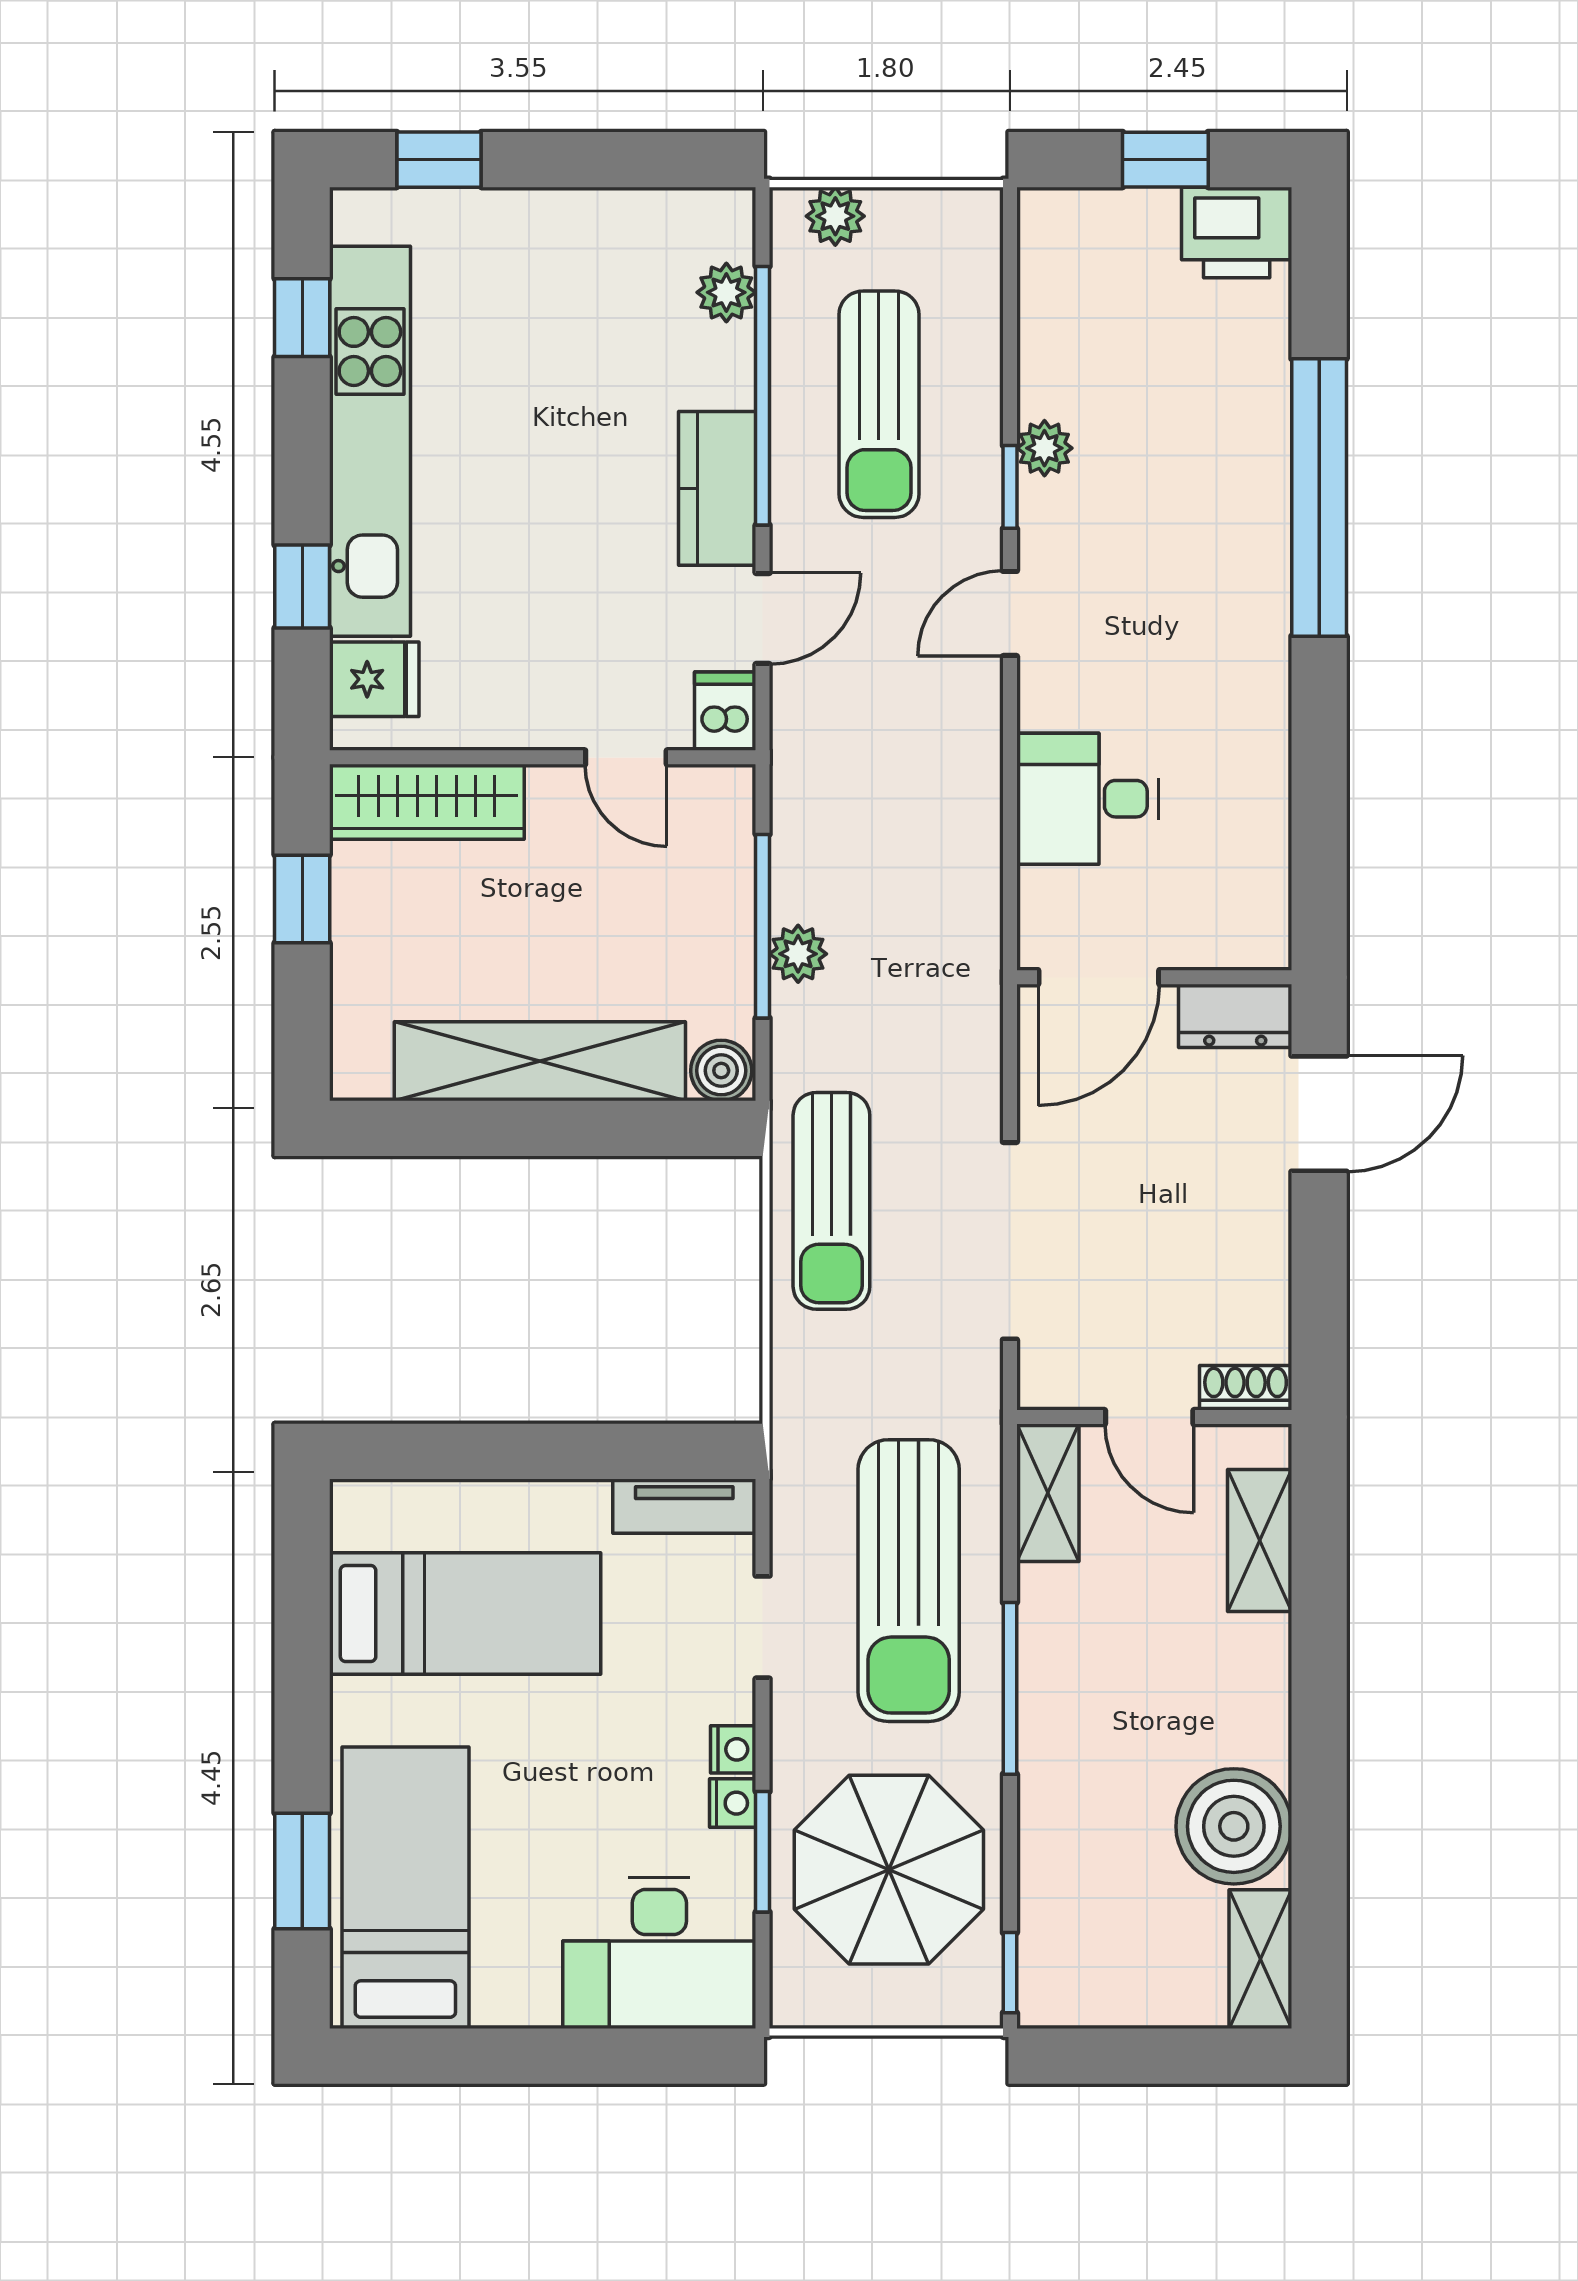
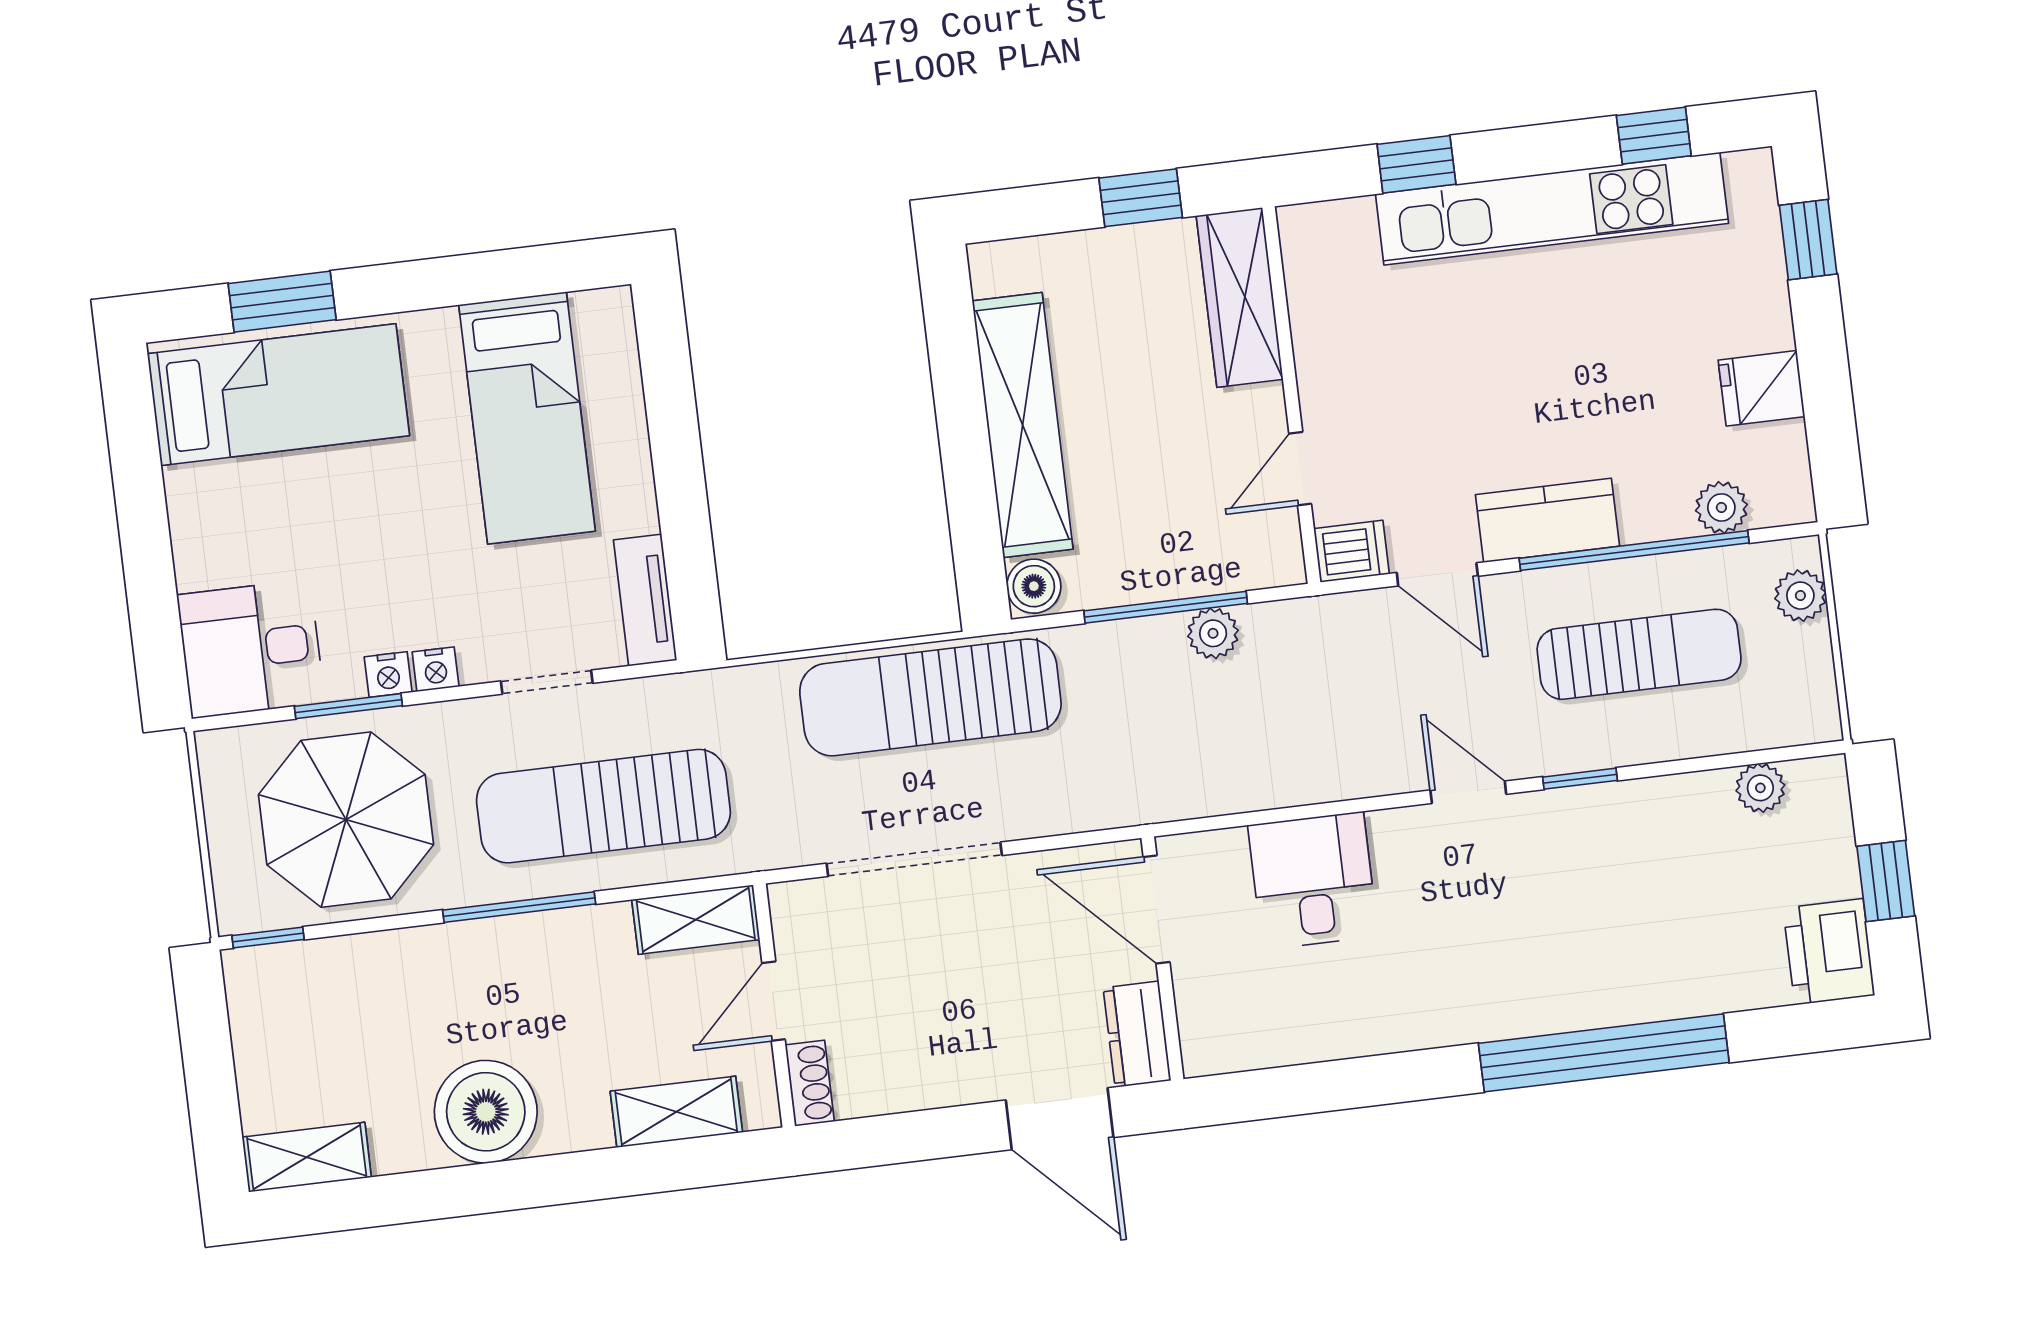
sun lounger: (879, 404) -> (1639, 654), turned 180
plant: (1044, 448) -> (1760, 788), moved
fridge: (374, 679) -> (1761, 388), moved, turned 90
plant: (798, 954) -> (1213, 633), moved
sun lounger: (831, 1201) -> (930, 697), width x1.36, depth x1.34
boiler: (1234, 1826) -> (486, 1112), moved
desk: (659, 1953) -> (251, 649), width x0.73

